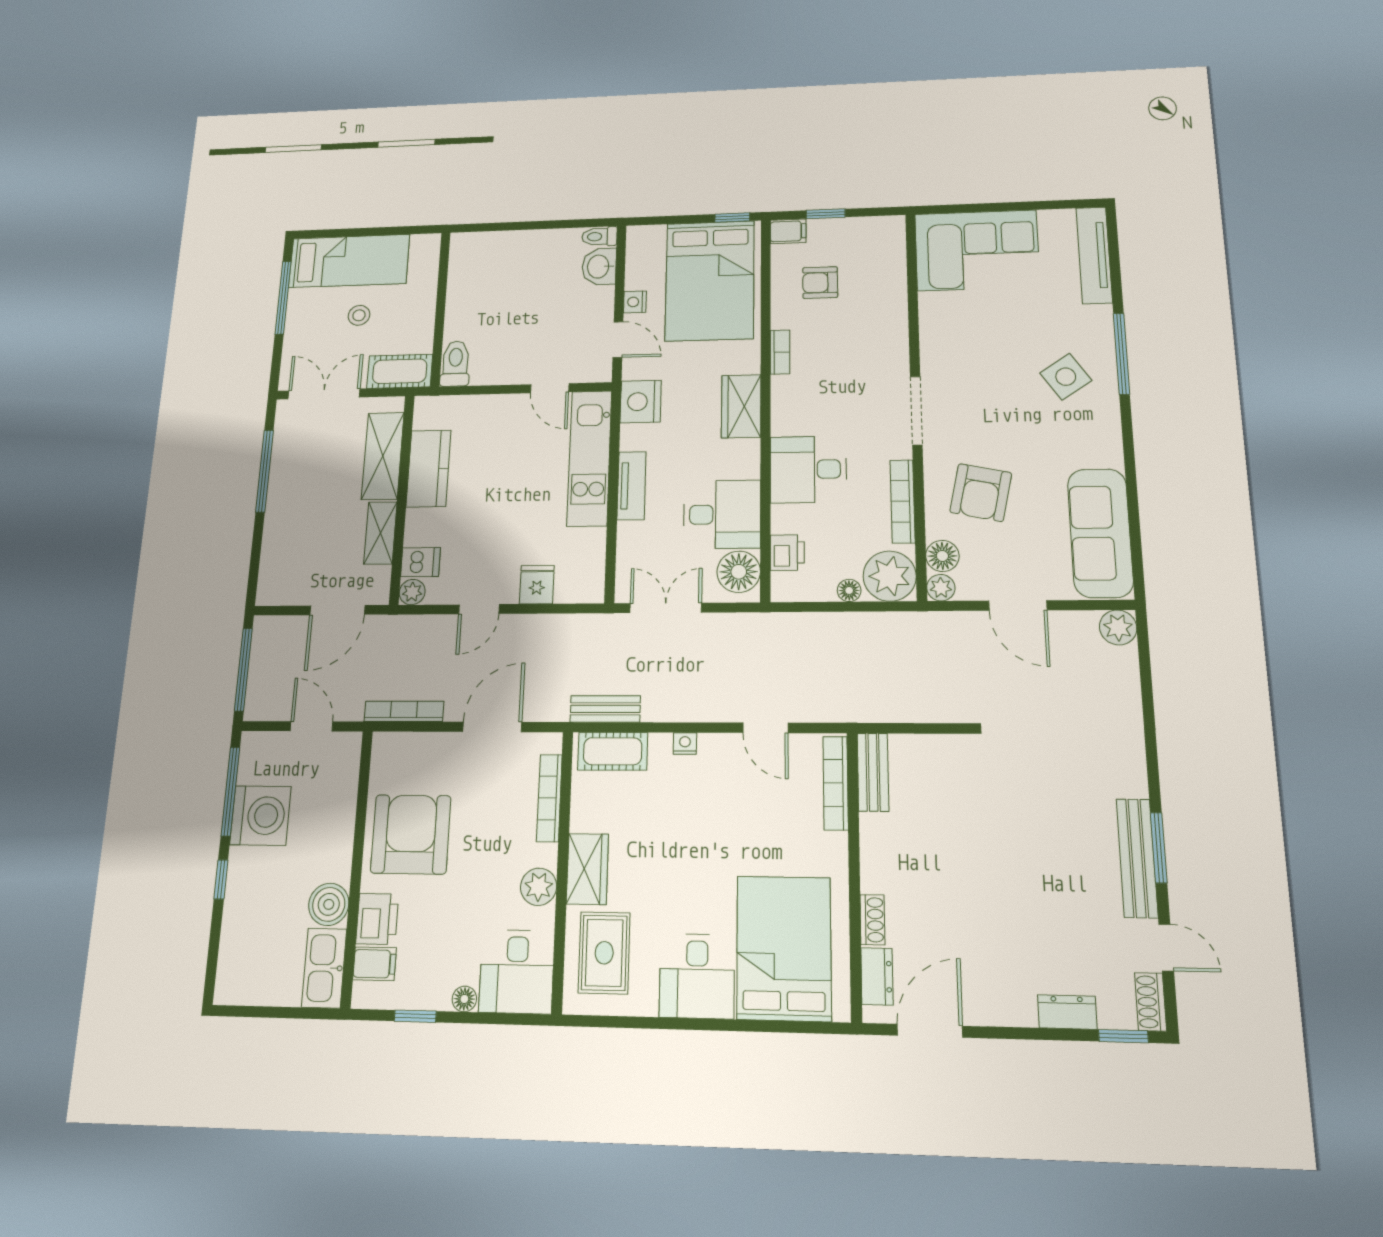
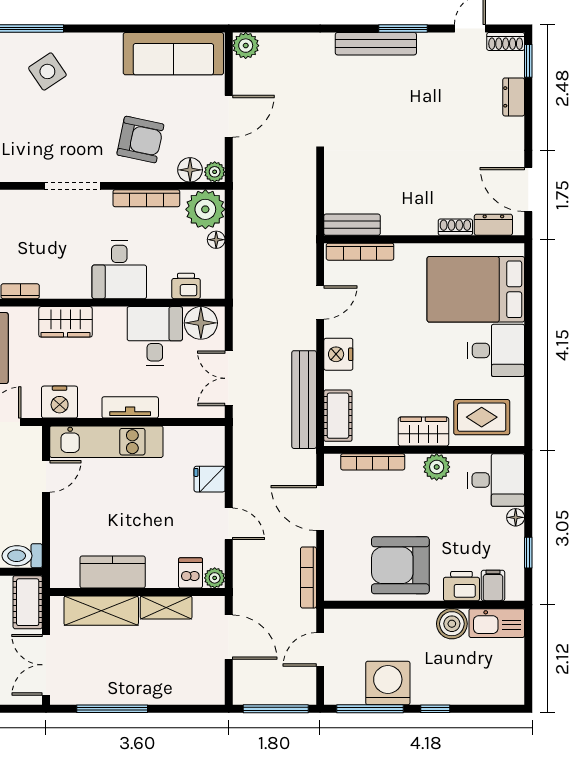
bench: (605, 709) -> (304, 400), width x1.86, depth x1.21
nightstand: (685, 744) -> (338, 354), width x1.89, depth x1.79
bench: (1137, 858) -> (376, 44), moved

